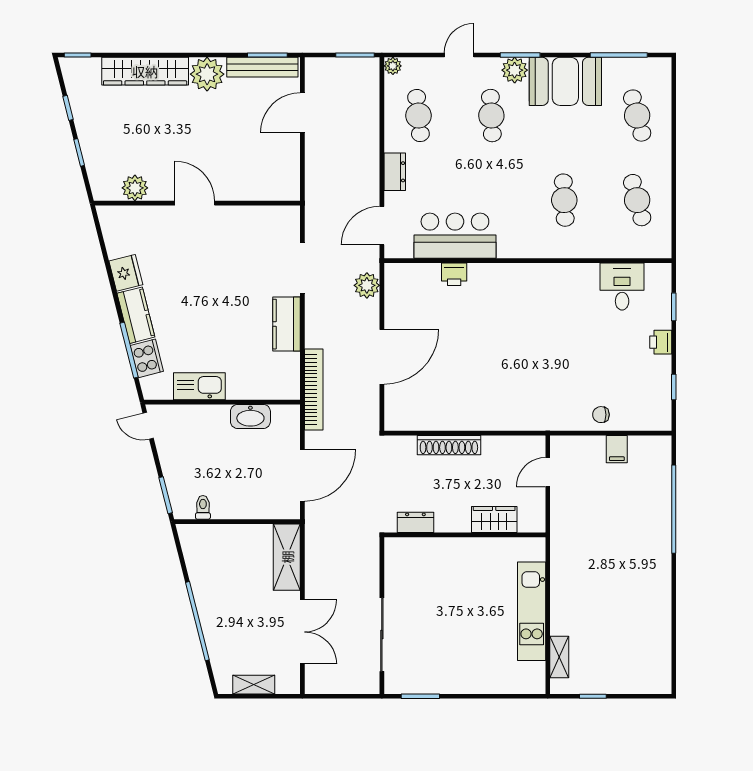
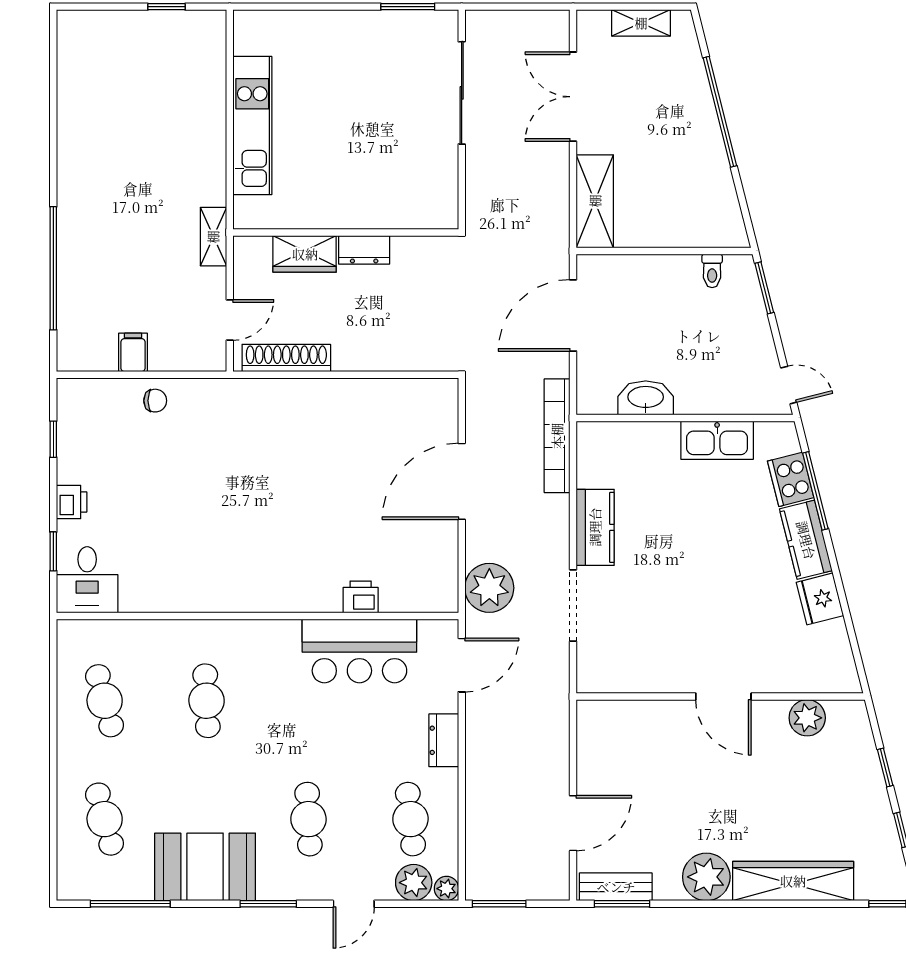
bench: (262, 67) -> (616, 887), width x0.73
plant: (515, 70) -> (414, 883), moved
plant: (367, 285) -> (489, 588), width x1.36, depth x1.36
desk: (622, 287) -> (87, 580), moved
shoe rack: (449, 445) -> (286, 358), moved
dresser: (415, 522) -> (364, 250), moved
shelving: (559, 657) -> (213, 237), moved

